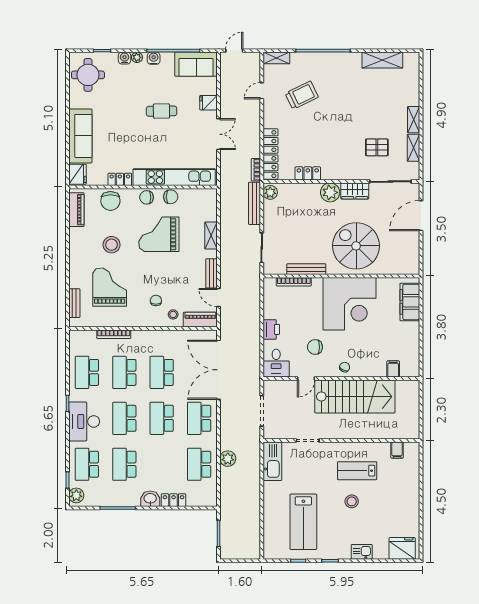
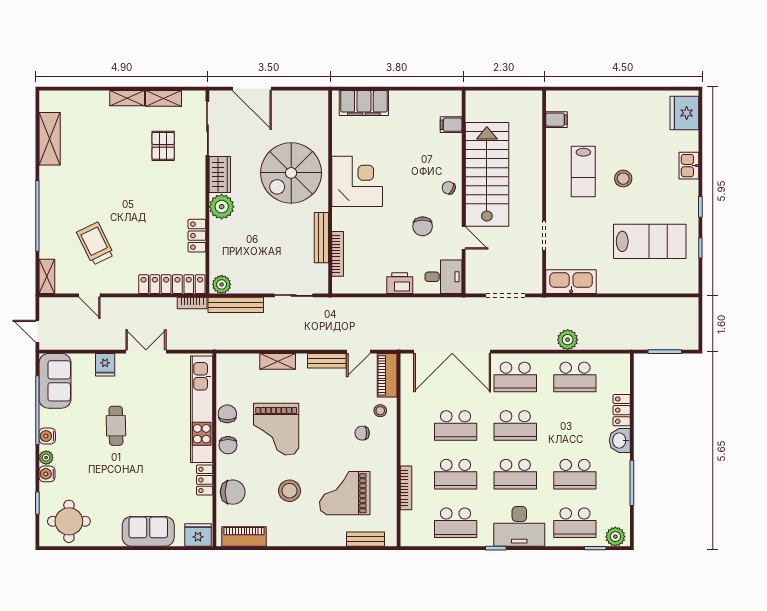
sofa: (80, 136) -> (148, 531), width x0.73
corner desk: (350, 304) -> (357, 181), width x0.74, depth x0.74

